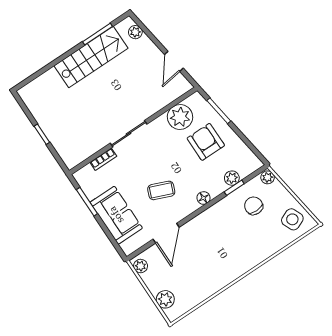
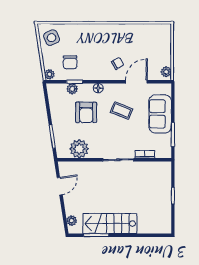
armchair: (206, 142) -> (86, 112), moved
chair: (200, 240) -> (118, 63), added
plant: (165, 299) -> (165, 41), removed

